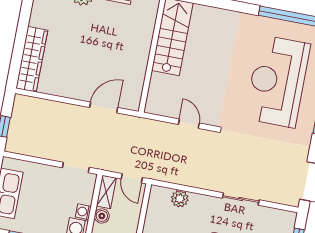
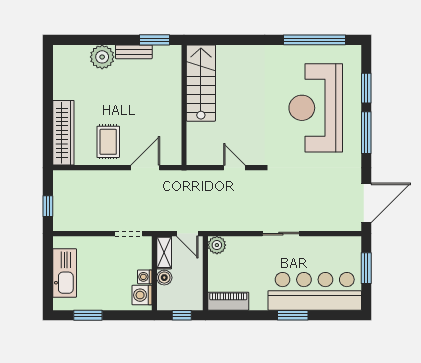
rug: (73, 76) -> (108, 142), added
plant: (180, 199) -> (217, 245), moved
sliding door: (241, 199) -> (281, 234), moved

